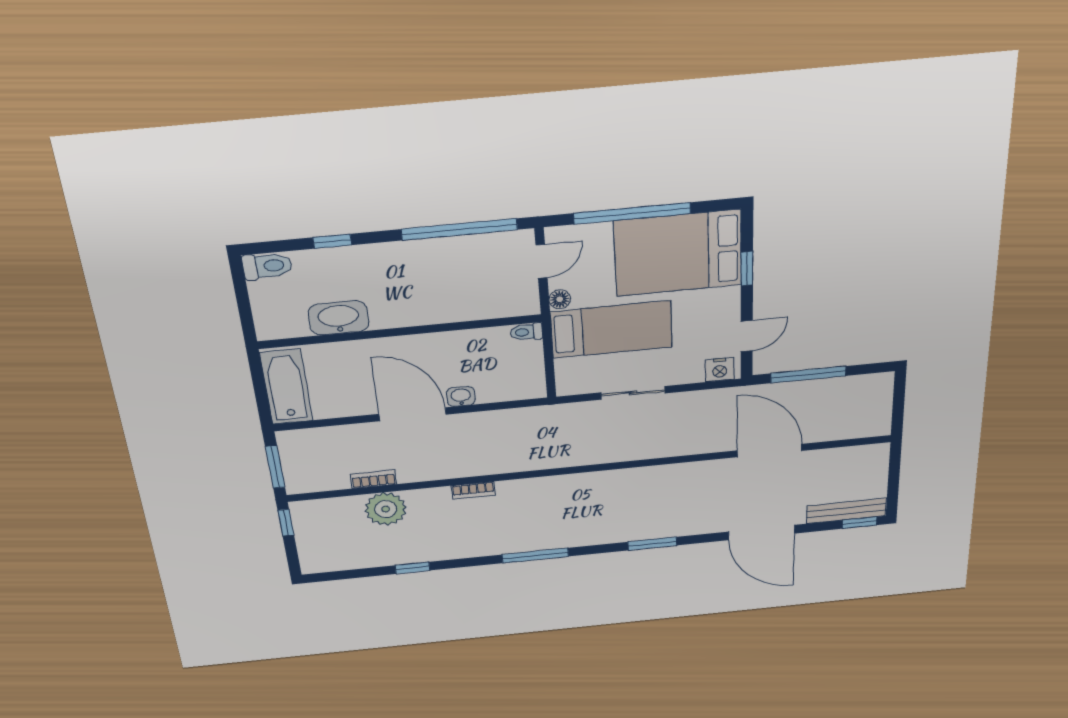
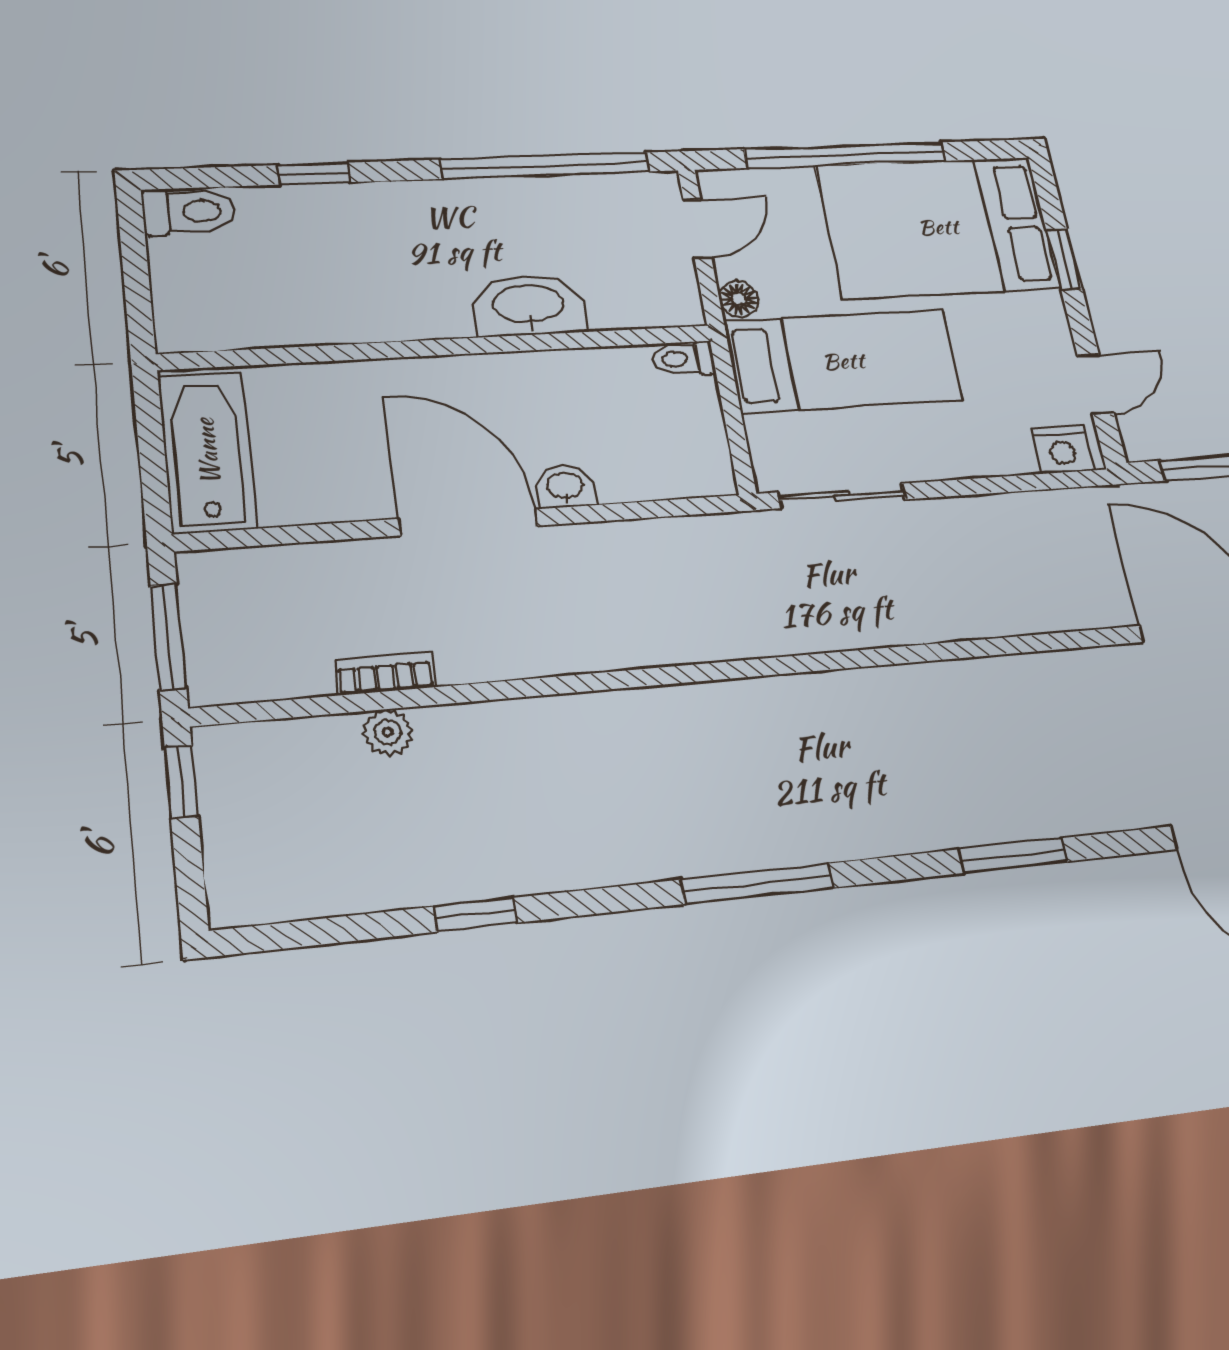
washbasin: (339, 318) -> (529, 305), moved
sliding door: (633, 393) -> (842, 496), moved
bookcase: (473, 490) -> (605, 707), removed
plant: (386, 509) -> (388, 732), width x0.53, depth x0.53

